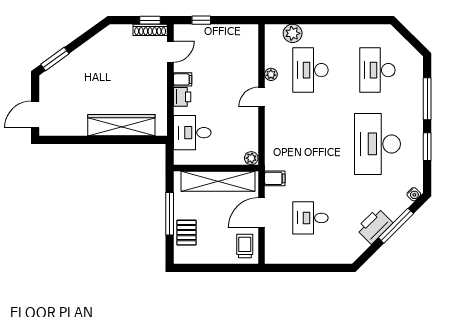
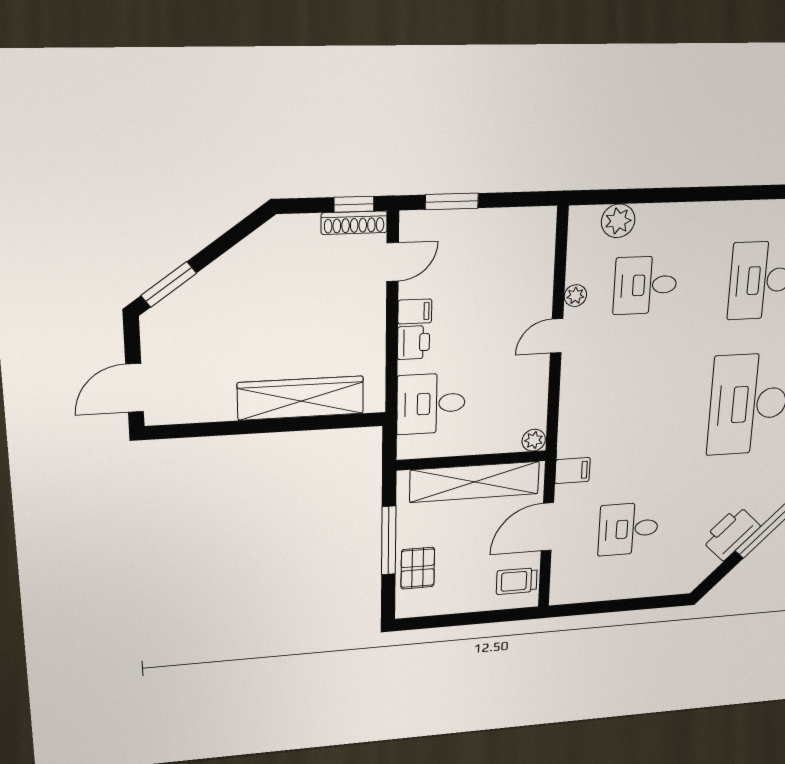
window: (201, 20) -> (452, 201), width x1.50
desk: (310, 70) -> (645, 285), width x0.73
trolley: (245, 246) -> (517, 581), turned -90

